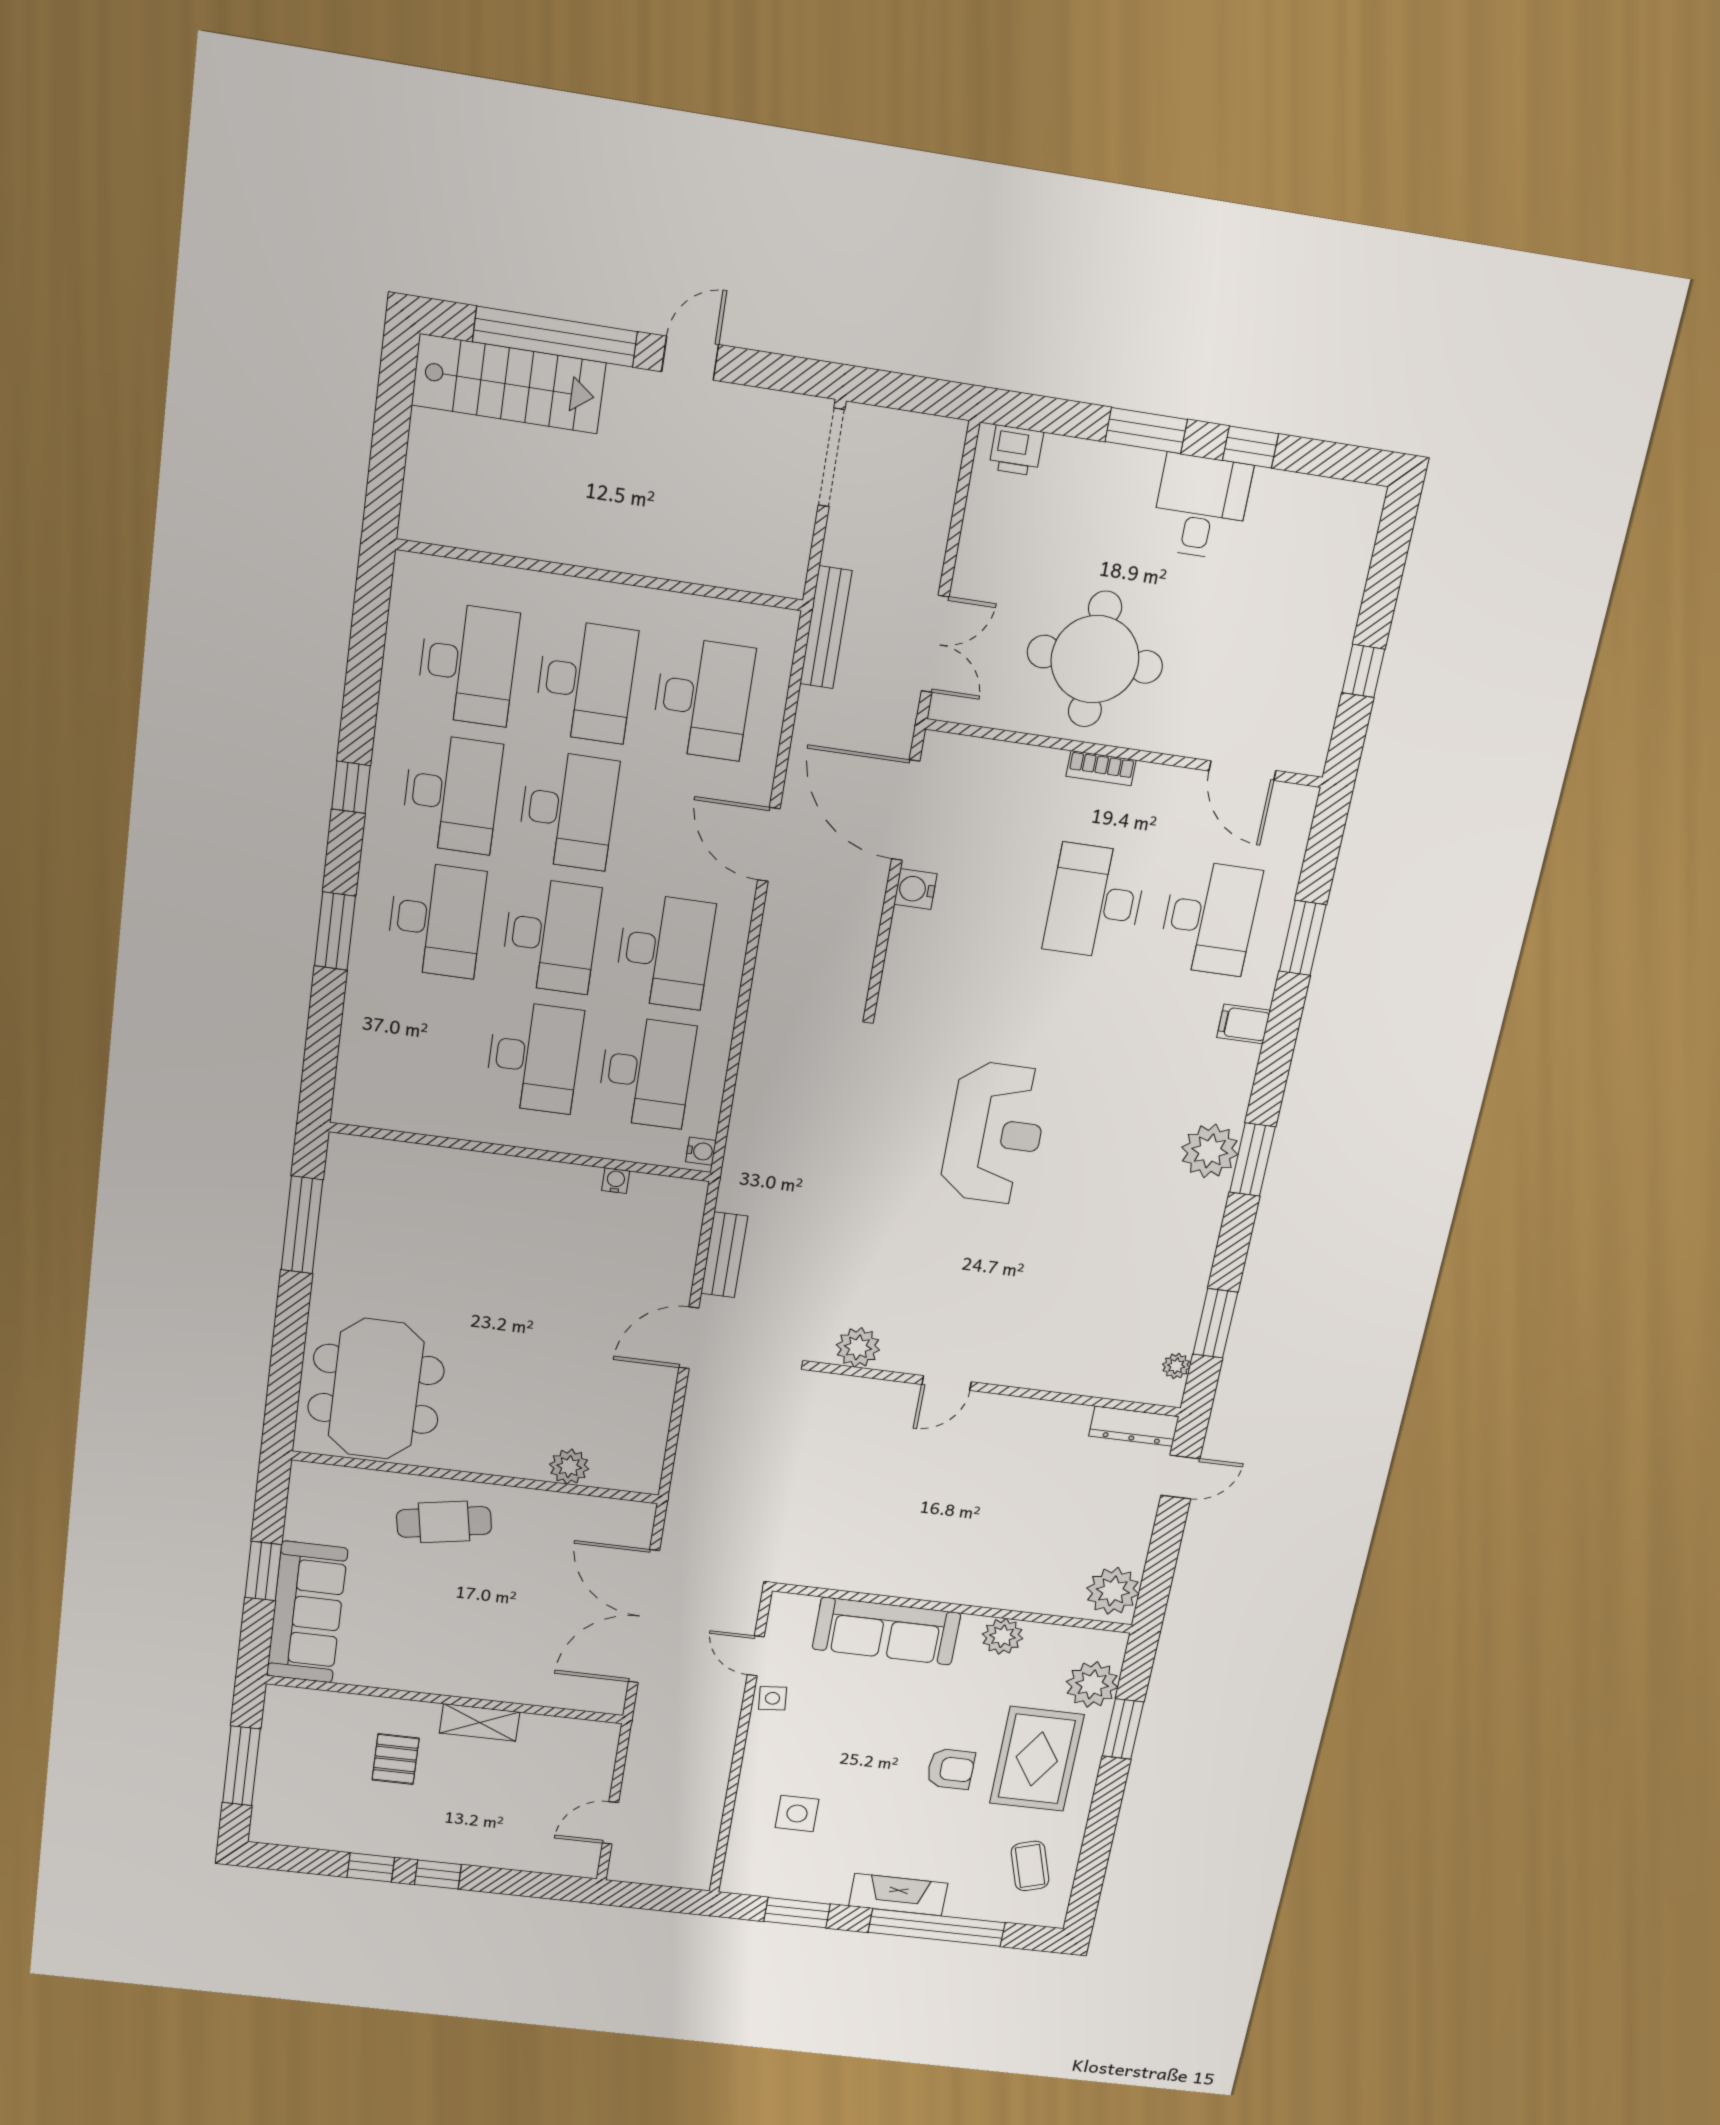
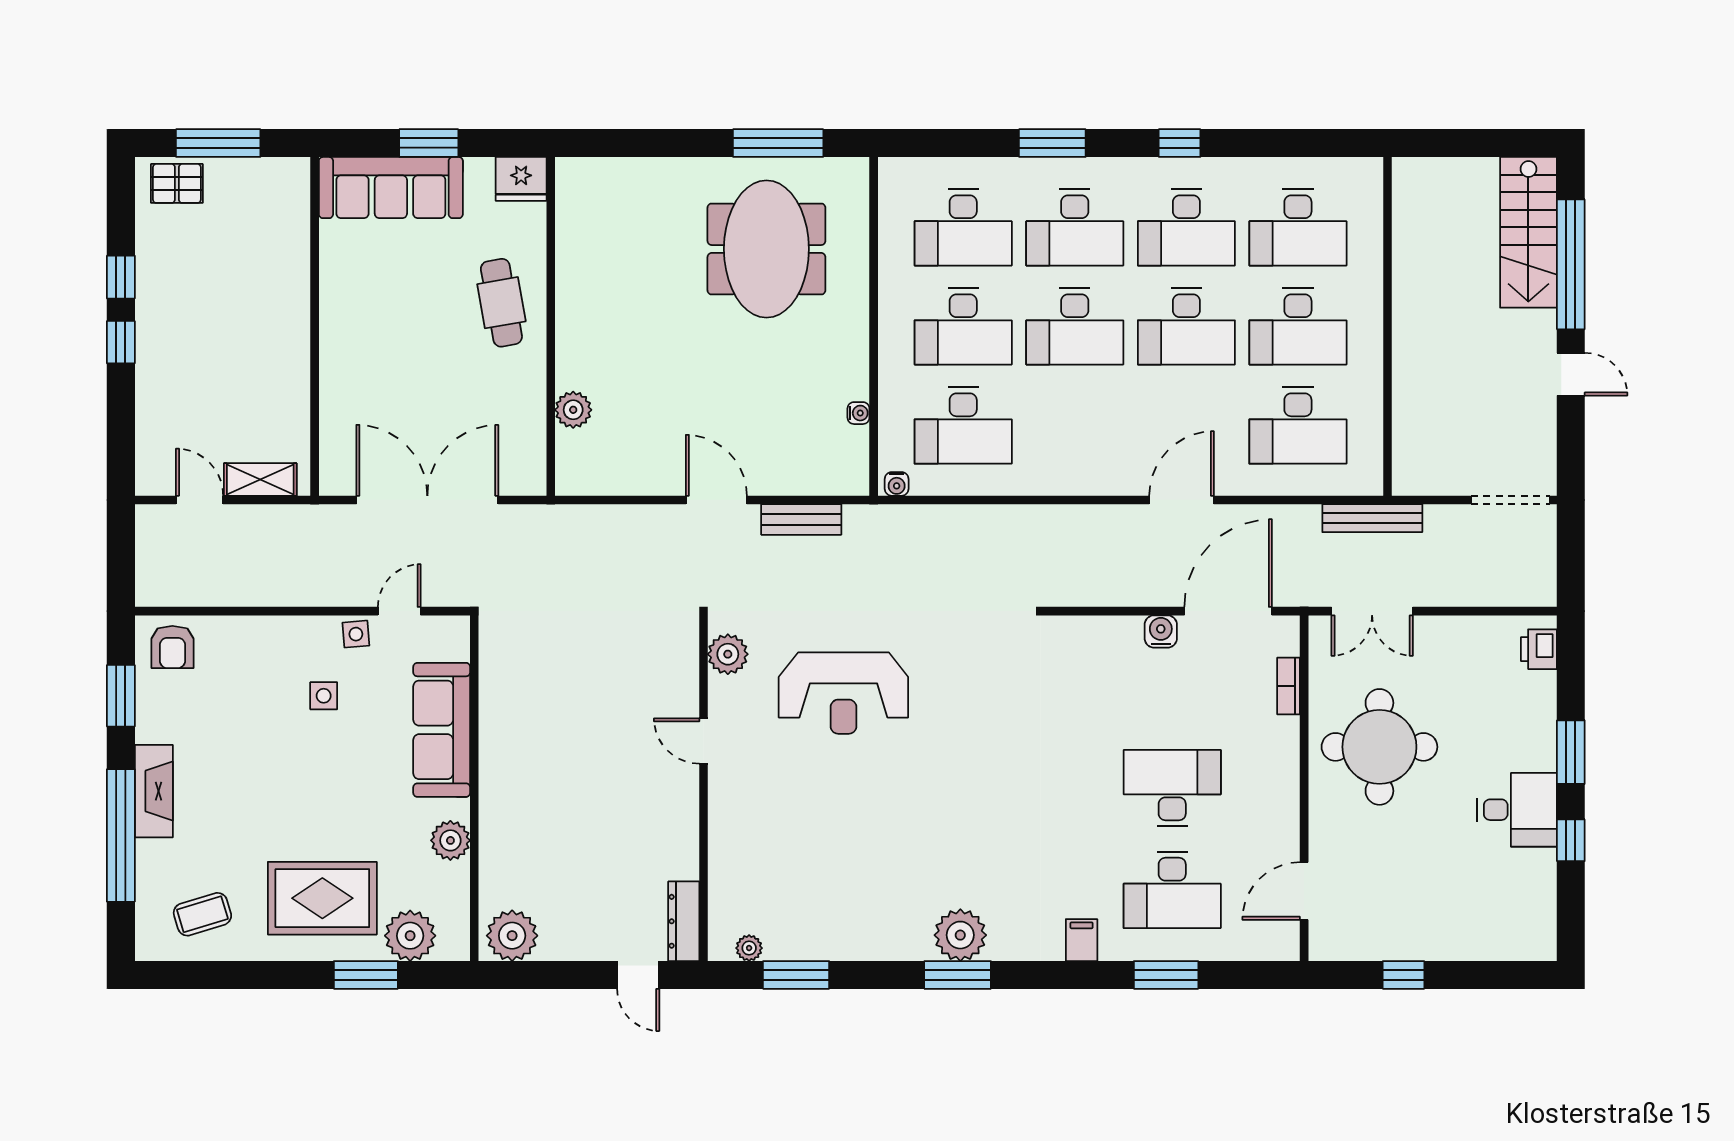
bookcase: (1101, 768) -> (1289, 686), moved
desk: (664, 951) -> (963, 227), moved
reception desk: (995, 1133) -> (843, 693), moved
meeting table: (376, 1389) -> (766, 249), moved, turned 90
fridge: (312, 1487) -> (521, 179), added
shelving: (480, 1722) -> (260, 479), moved, turned 90
pallet: (396, 1759) -> (177, 183), moved
armchair: (951, 1769) -> (172, 647), moved
side table: (797, 1814) -> (324, 696), moved, width x0.73, depth x0.73

